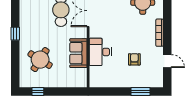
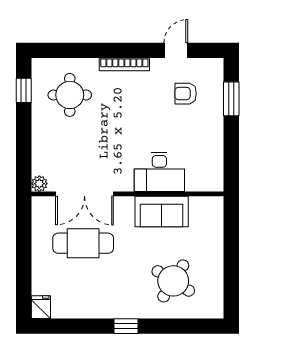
armchair: (134, 59) -> (186, 94), moved
window: (38, 92) -> (231, 285), removed

